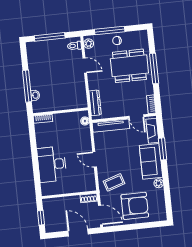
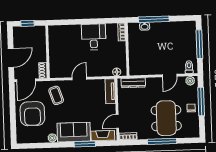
tv unit: (111, 126) -> (110, 91), width x0.71
desk: (52, 164) -> (94, 37), moved, width x0.73

